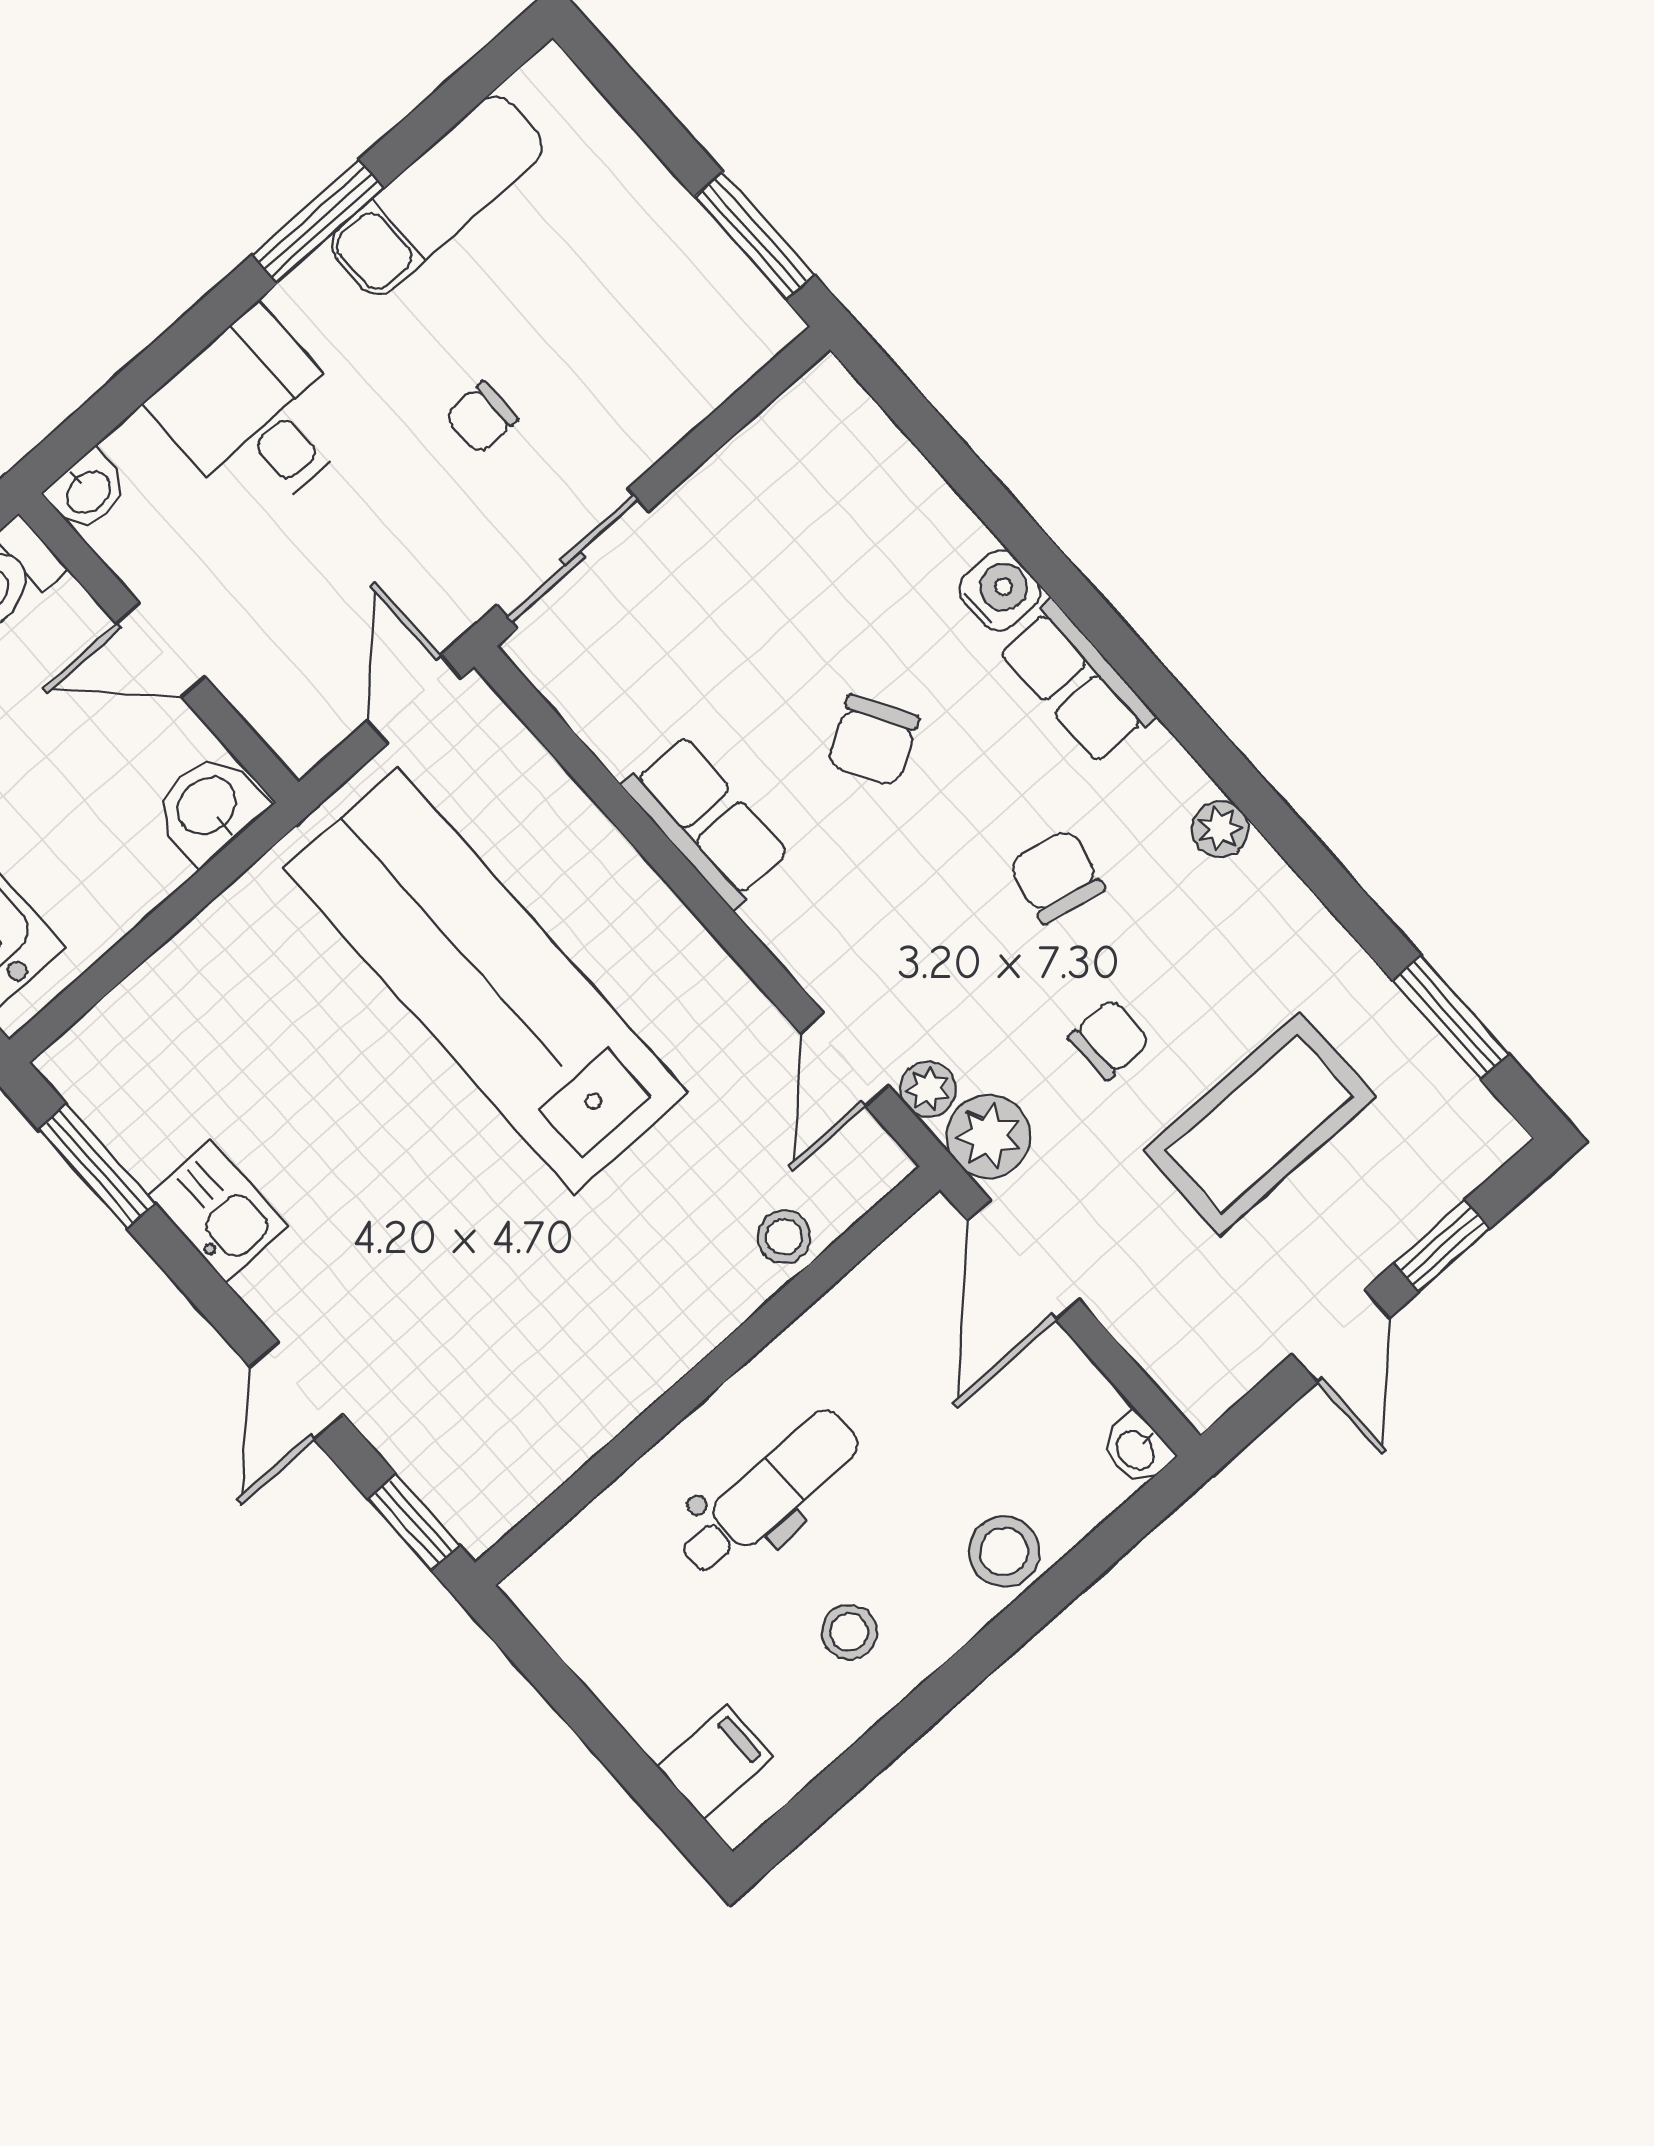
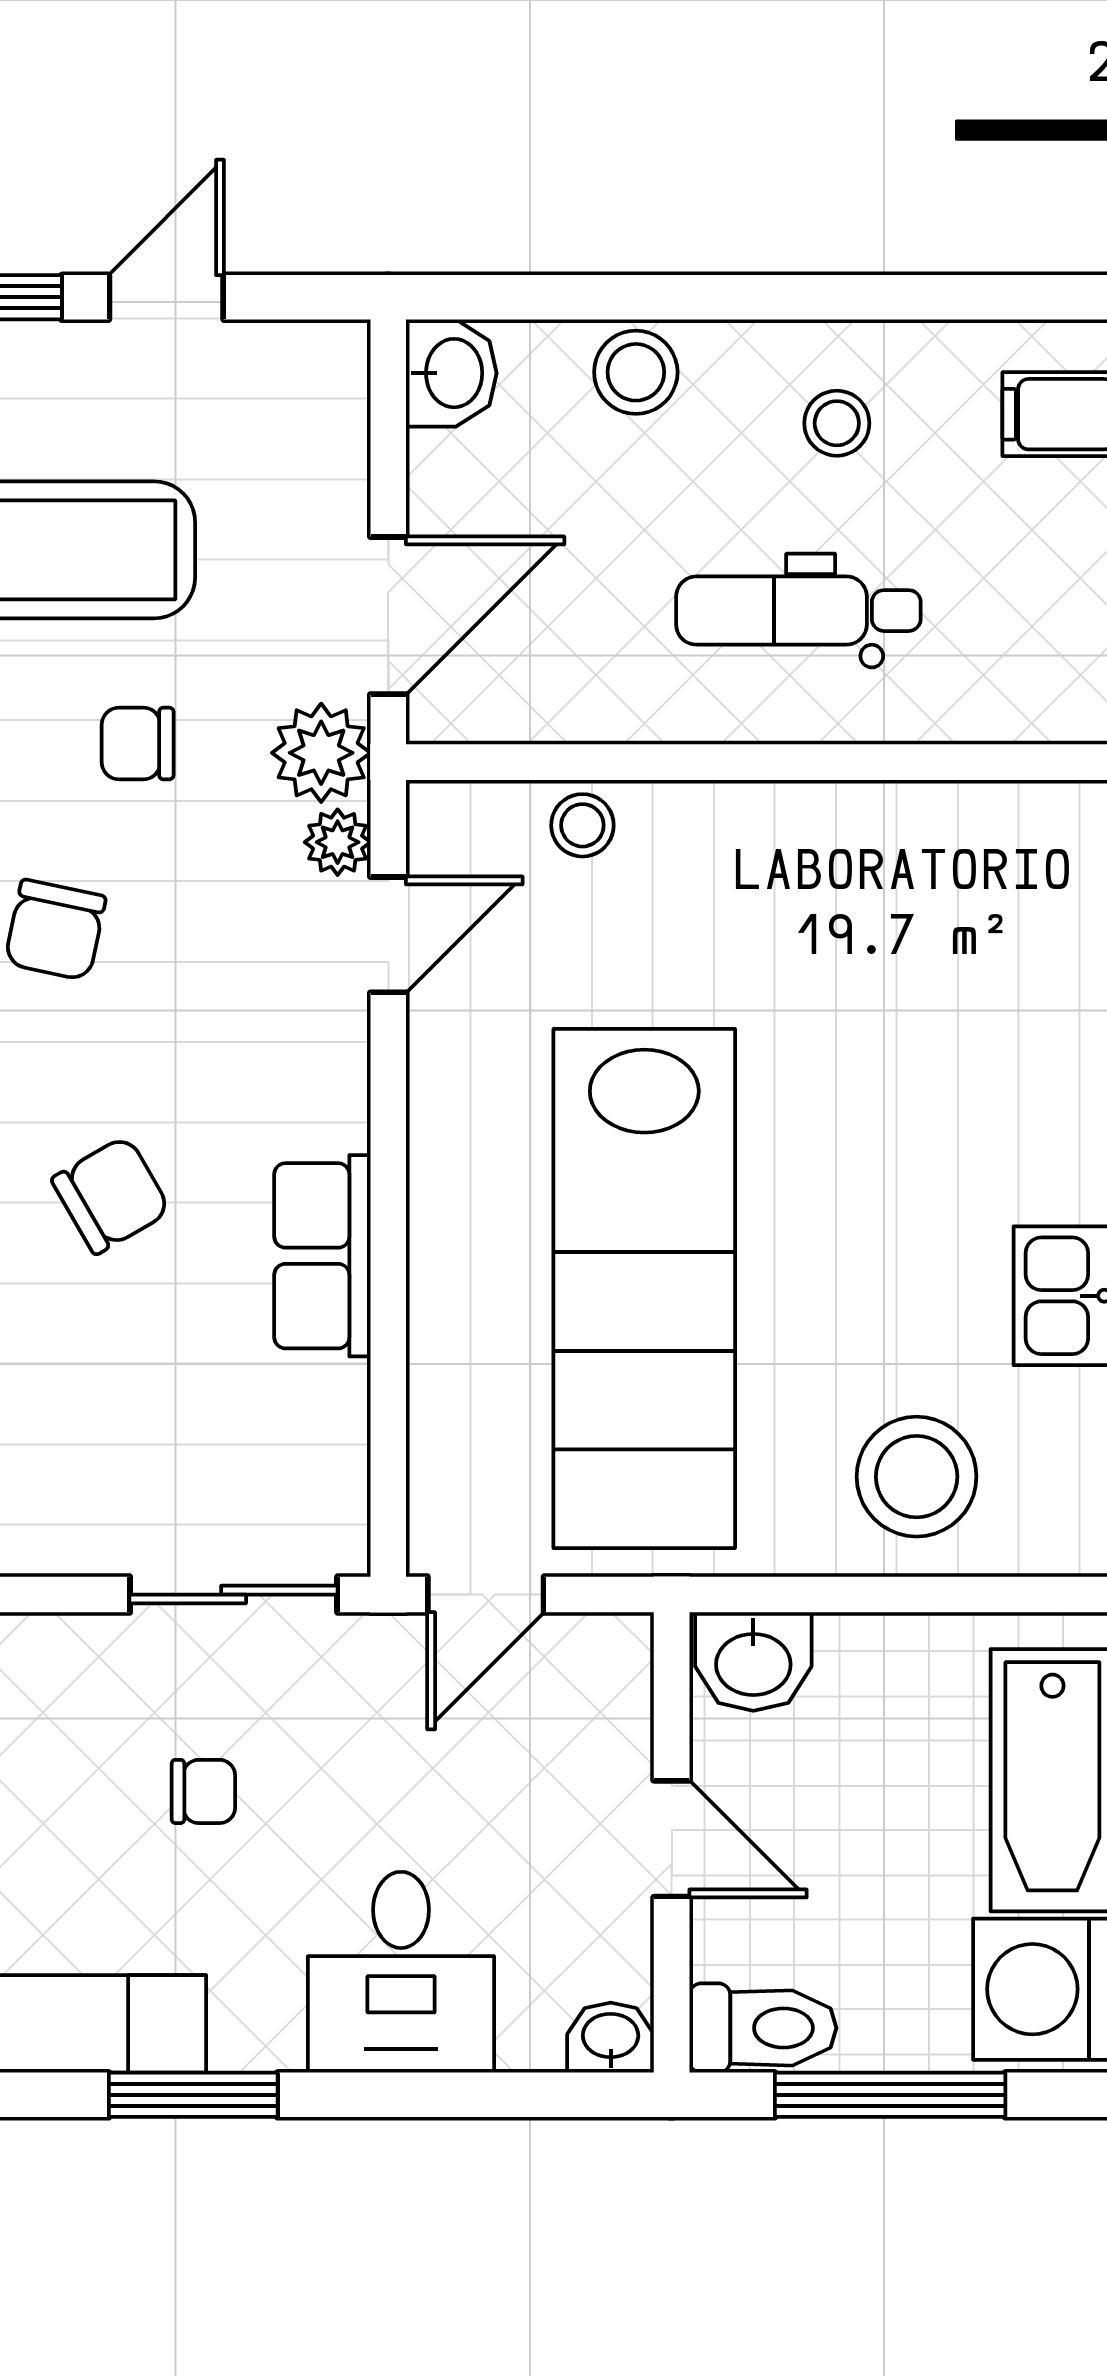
stool: (209, 1015) -> (917, 1477), added
washbasin: (1137, 1449) -> (451, 373), width x1.38, depth x1.45

